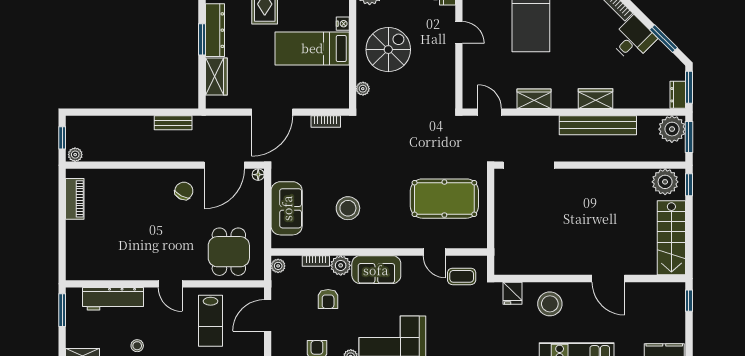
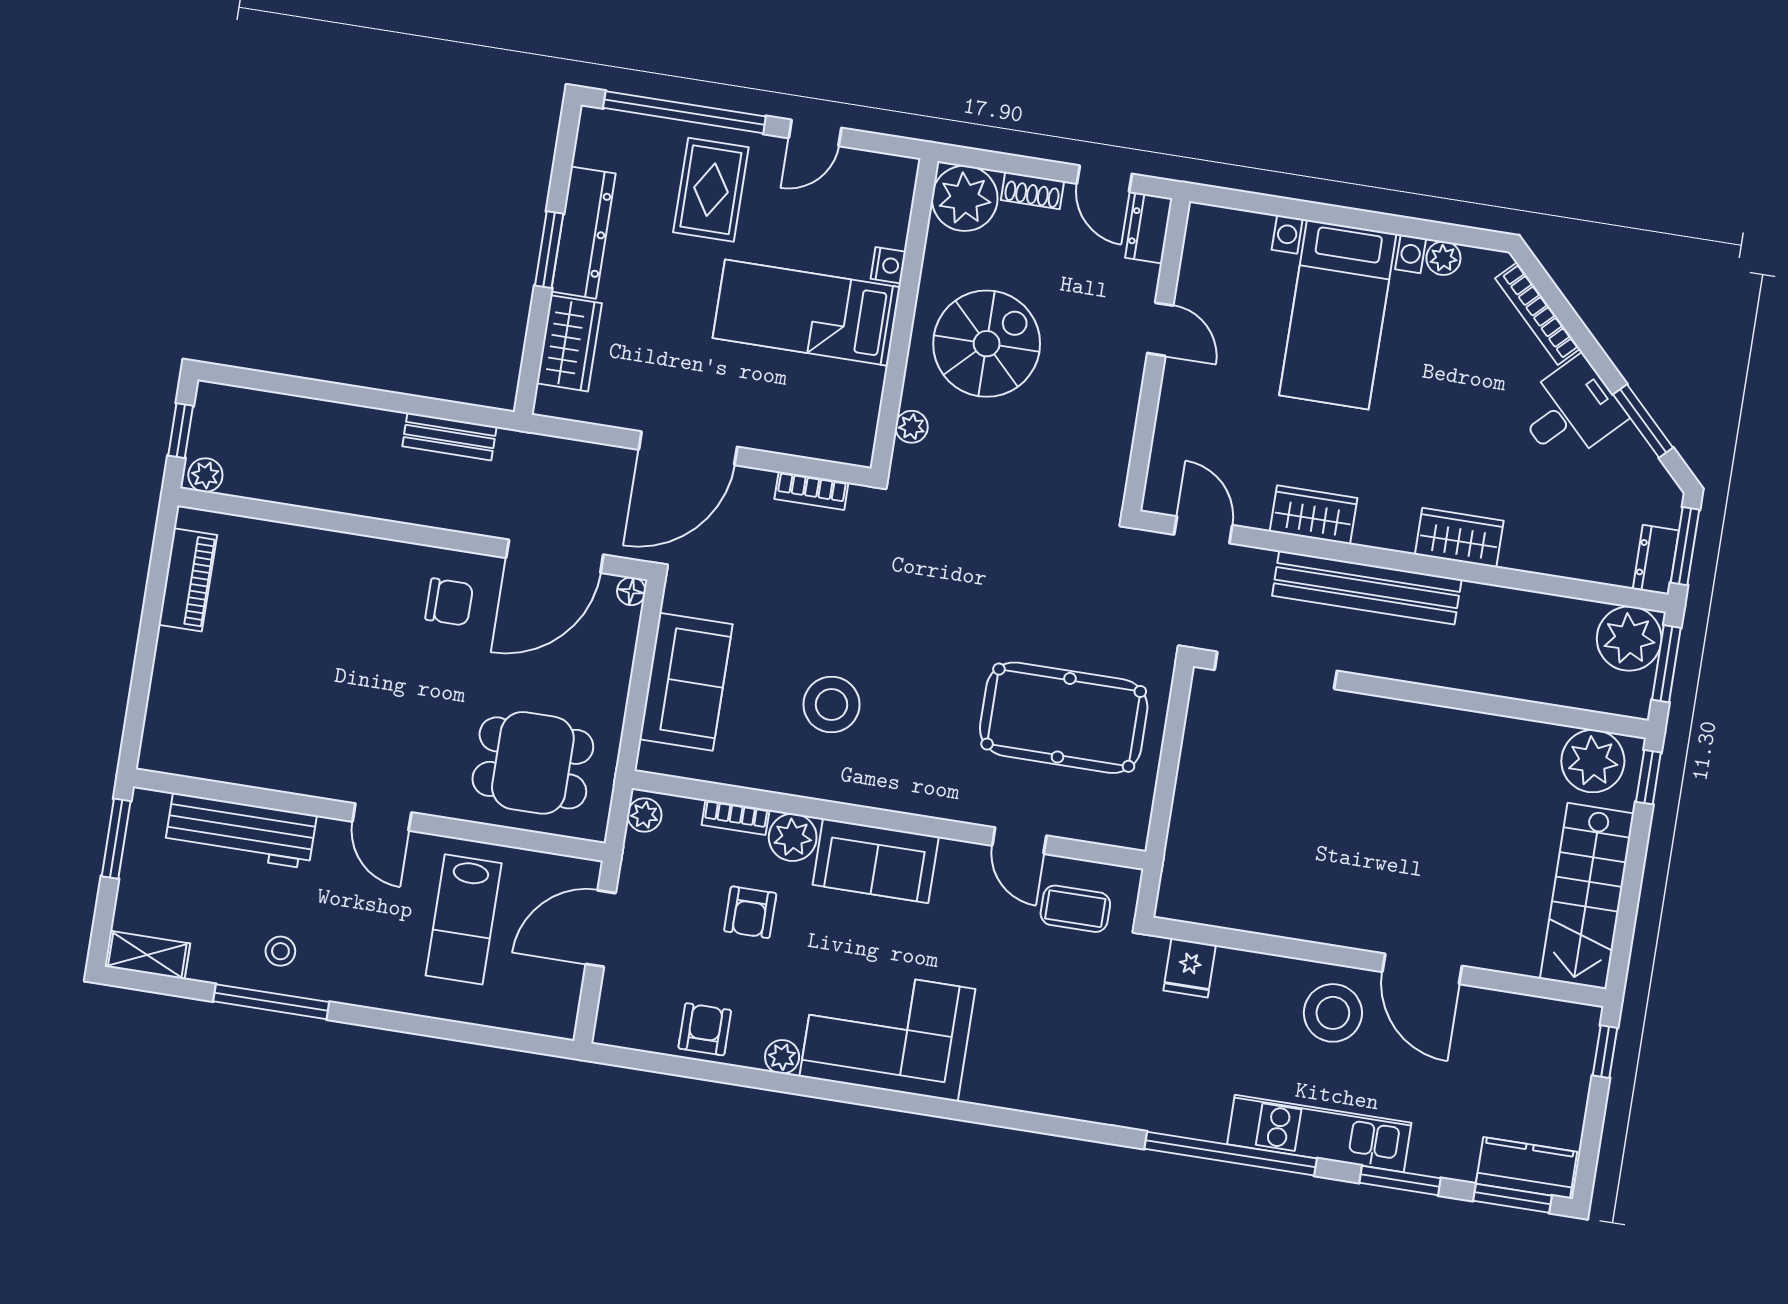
bench: (598, 125) -> (1367, 588), moved
chair: (184, 191) -> (449, 602), turned 63
dining table: (229, 252) -> (533, 763), turned 90
stool: (550, 304) -> (1333, 1013), moved

